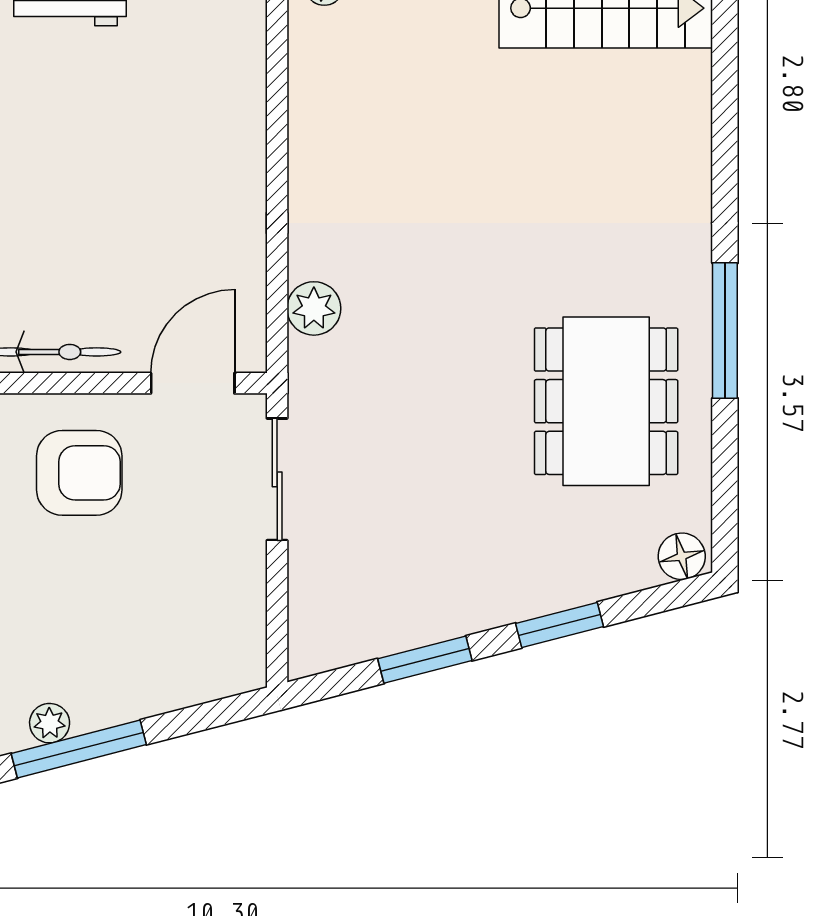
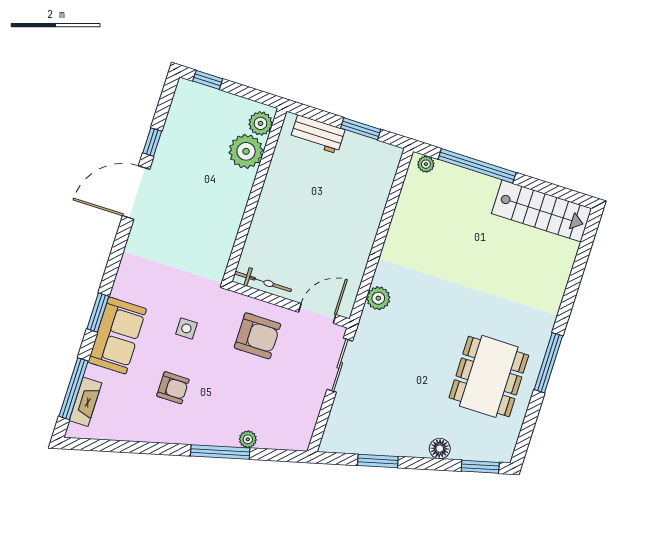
floor lamp: (682, 556) -> (440, 449), moved
window: (560, 625) -> (480, 467), moved
plant: (50, 723) -> (248, 439), moved

